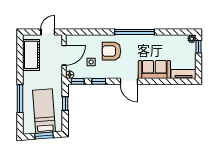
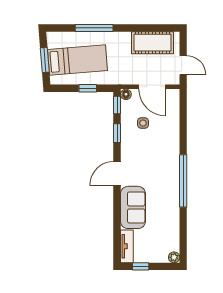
window: (199, 47) -> (141, 266), moved
armchair: (112, 51) -> (158, 150), removed

